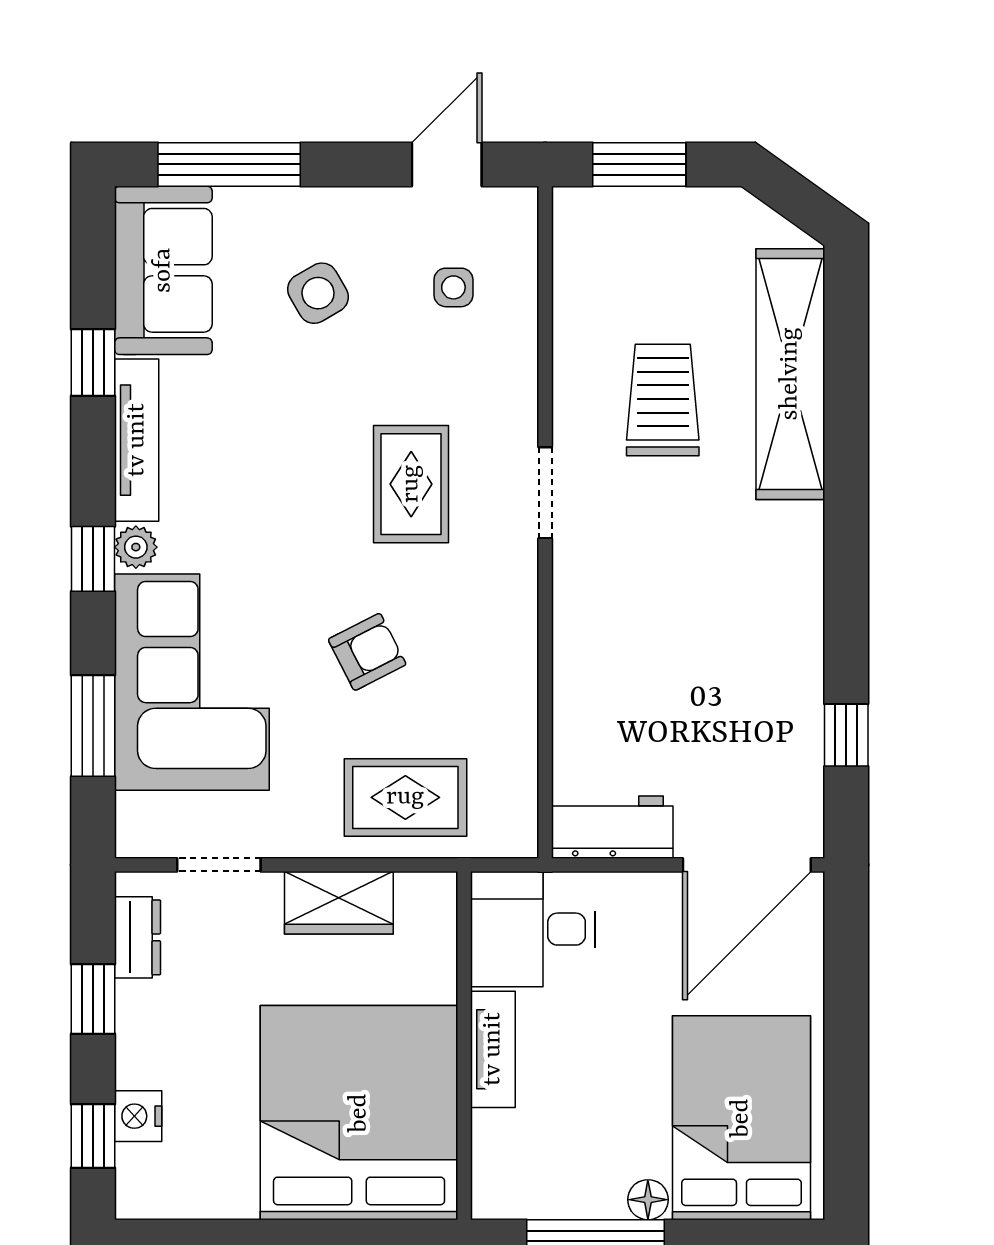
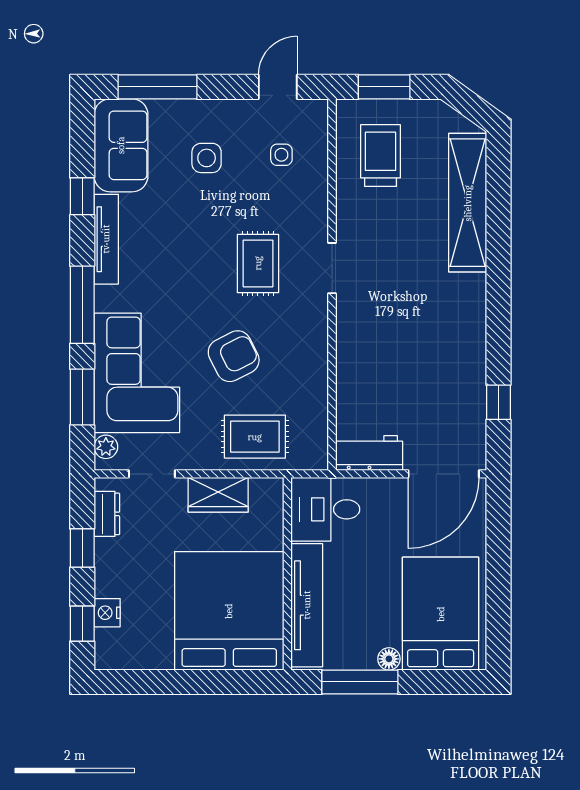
side table: (318, 293) -> (207, 158), turned 30
trolley: (663, 400) -> (381, 156), moved
plant: (136, 547) -> (106, 447), moved
window: (93, 559) -> (82, 305), width x2.17
armchair: (367, 652) -> (234, 356), width x1.38, depth x1.38
tv unit: (493, 1049) -> (307, 605), width x1.92, depth x1.29

